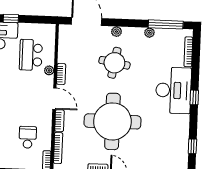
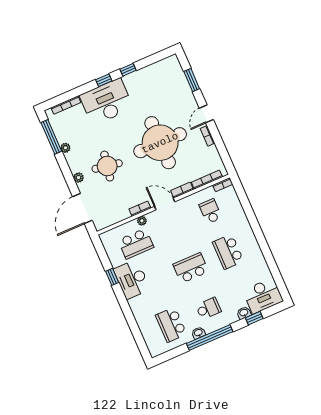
door: (54, 99) -> (165, 204), hinge flipped
school desk: (28, 137) -> (210, 211), turned 90
window: (192, 146) -> (128, 70), moved

